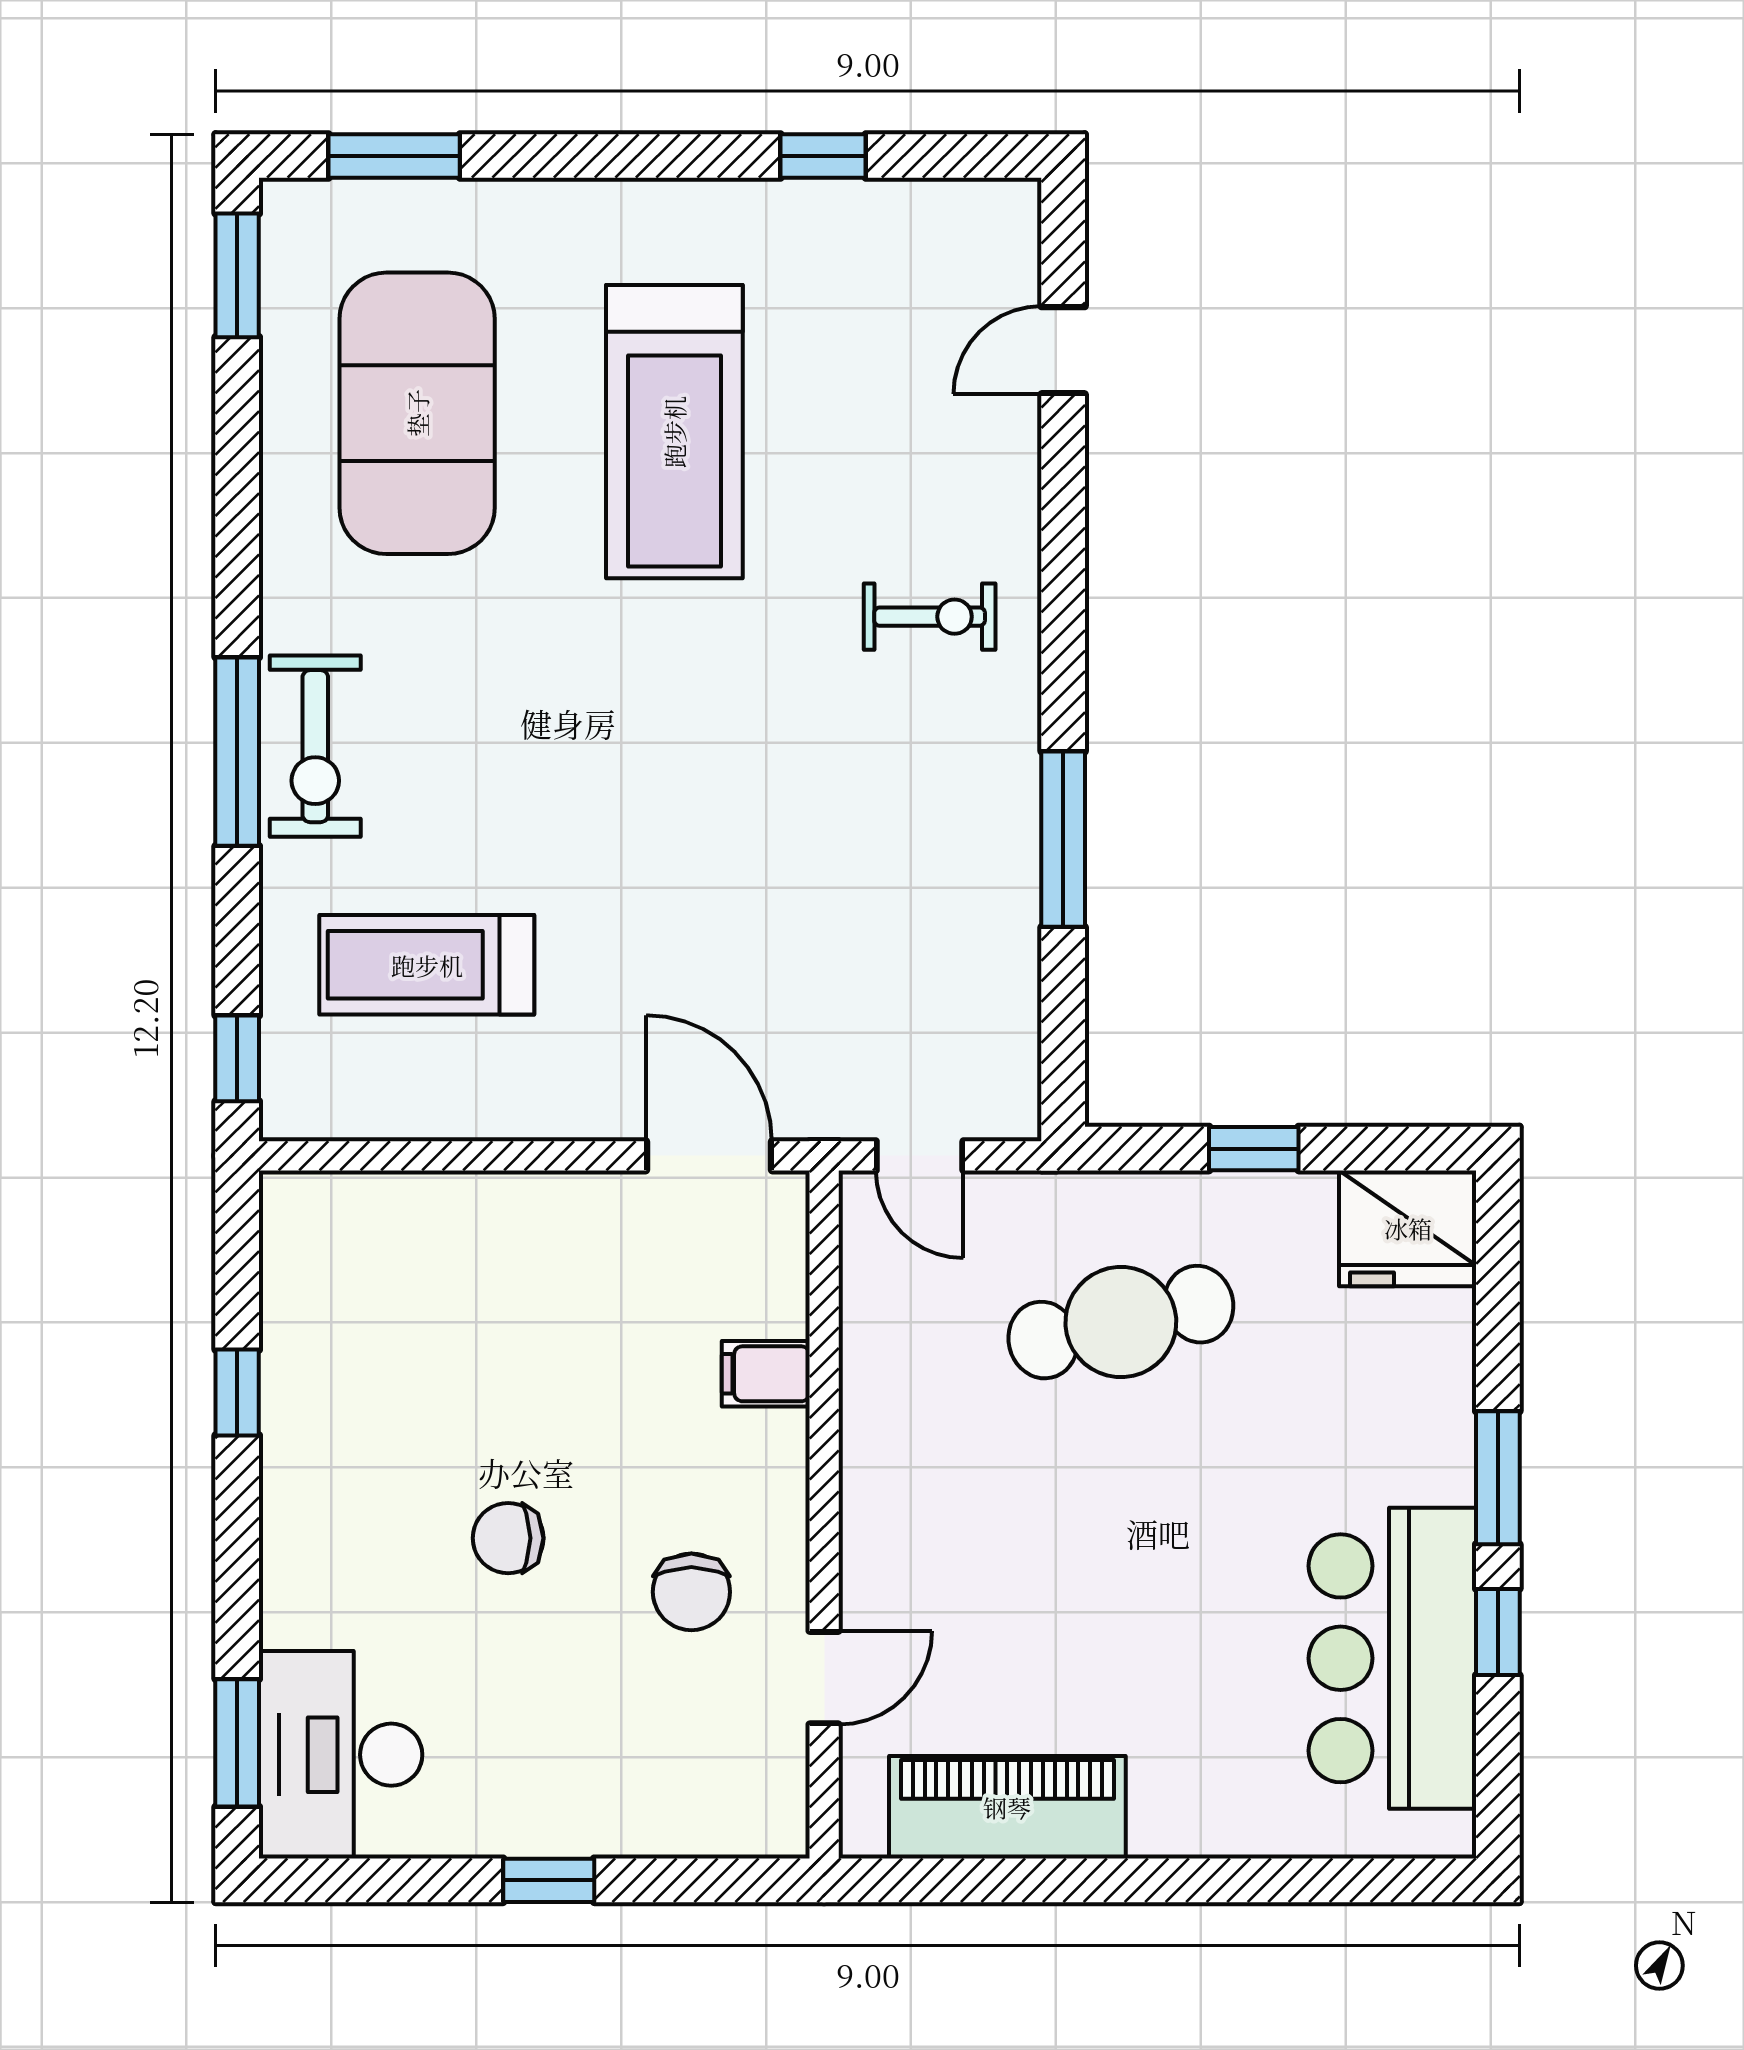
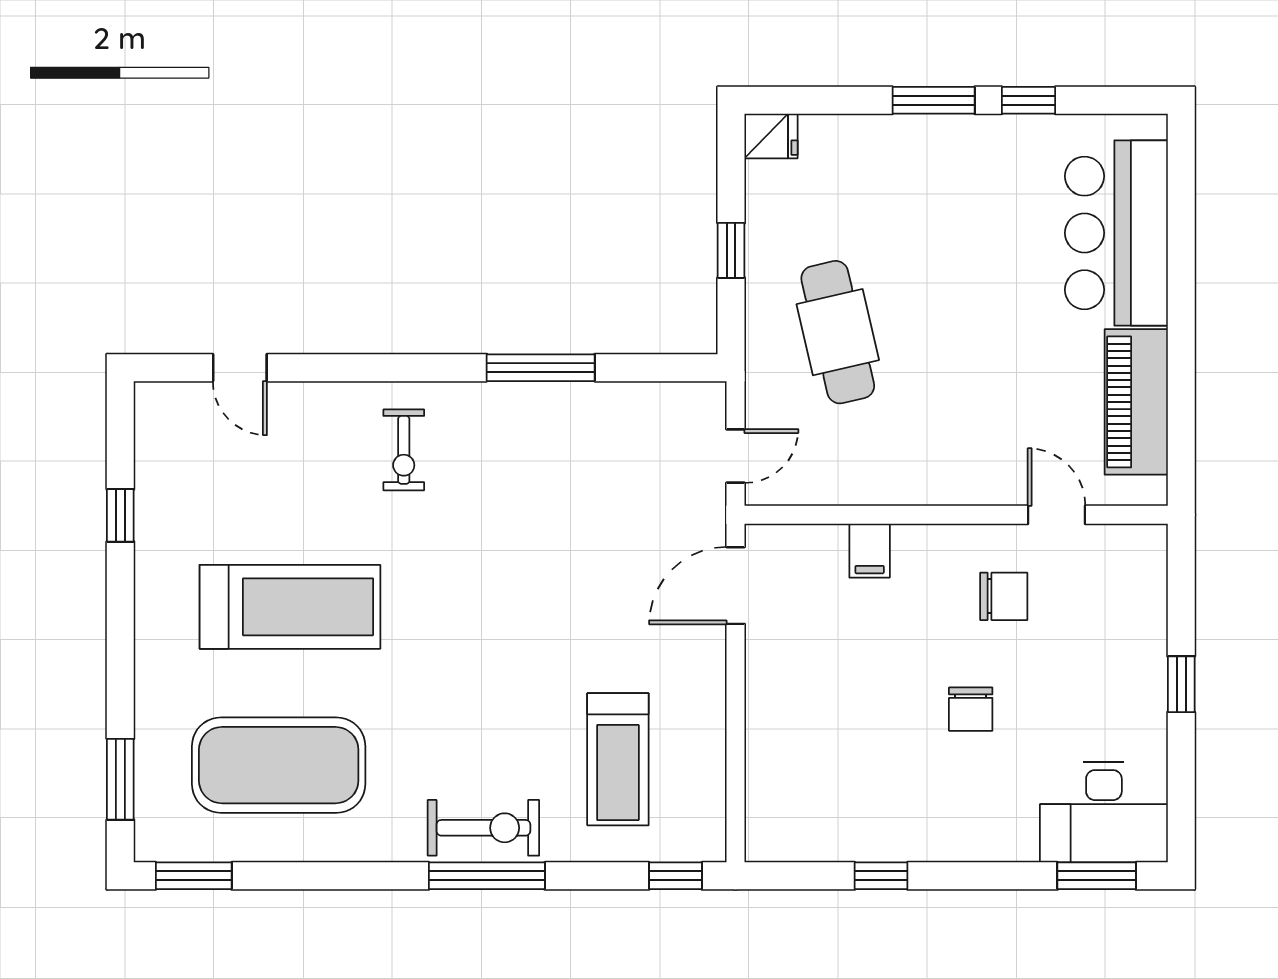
exercise bike: (930, 617) -> (404, 450), turned 180
fridge: (1408, 1228) -> (771, 136), width x0.53, depth x0.75
bar counter: (1392, 1658) -> (1116, 233), moved, turned 90

